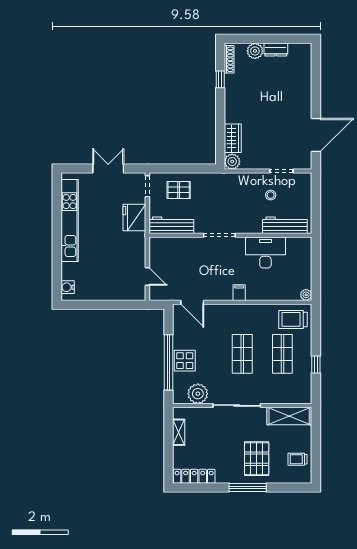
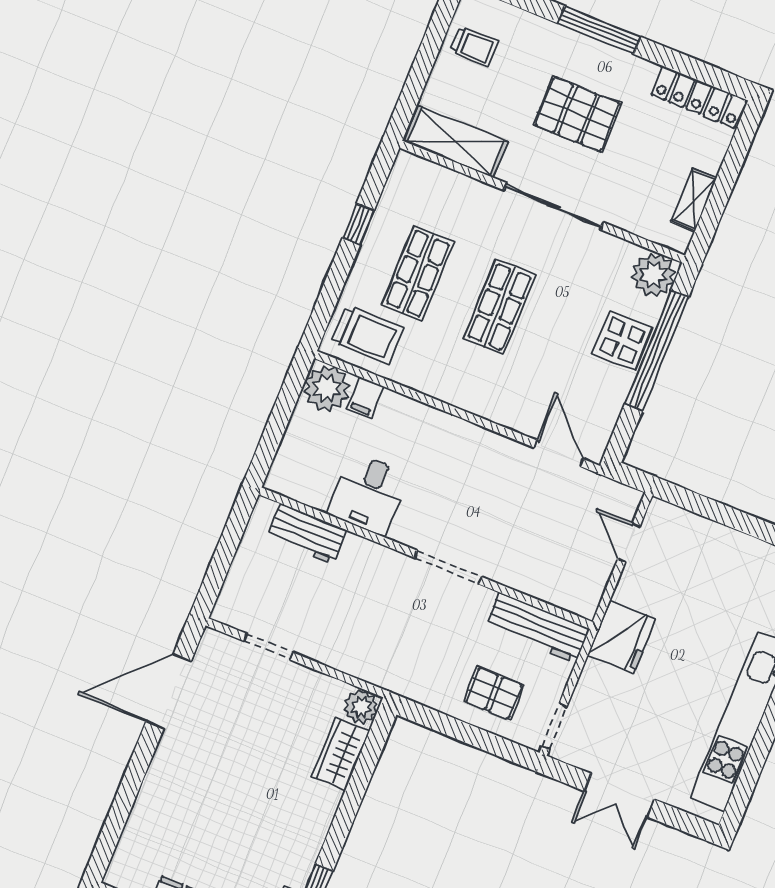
stool: (271, 195) -> (310, 607), removed
fridge: (134, 218) -> (622, 637), moved
workbench: (285, 225) -> (306, 534), width x0.73
desk: (265, 252) -> (368, 494), width x0.73
filing cabinet: (239, 293) -> (365, 398), moved
plant: (306, 295) -> (327, 388), width x1.87, depth x1.87
plant: (198, 394) -> (653, 275), moved
pallet: (257, 459) -> (577, 114), moved, turned 90

